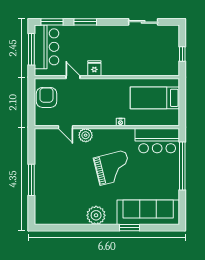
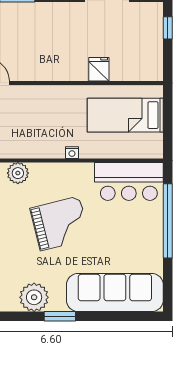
window: (182, 54) -> (168, 28), moved
fridge: (94, 68) -> (99, 69), moved
window: (130, 228) -> (60, 316), moved

